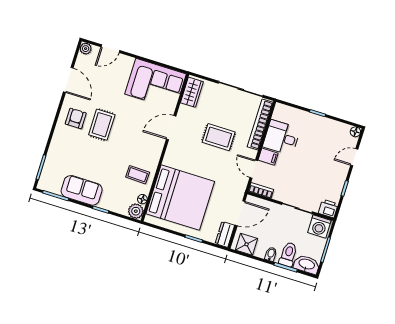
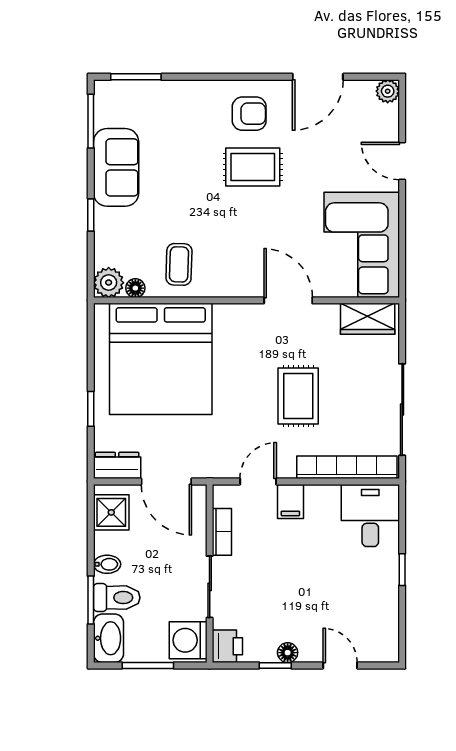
door: (110, 49) -> (402, 161), moved
floor lamp: (355, 132) -> (288, 653), moved
desk: (281, 138) -> (370, 516), moved
bookcase: (261, 190) -> (222, 532), moved

